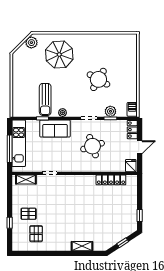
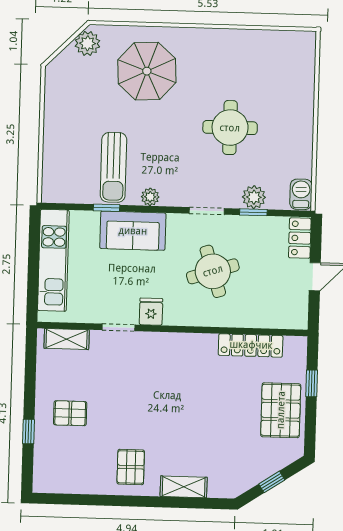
round table: (98, 79) -> (230, 128), turned -30
window: (10, 149) -> (33, 272), removed
fridge: (131, 166) -> (151, 312), moved
pallet: (126, 209) -> (281, 410), added
window: (140, 216) -> (312, 383), moved
pallet: (36, 234) -> (131, 467), moved

